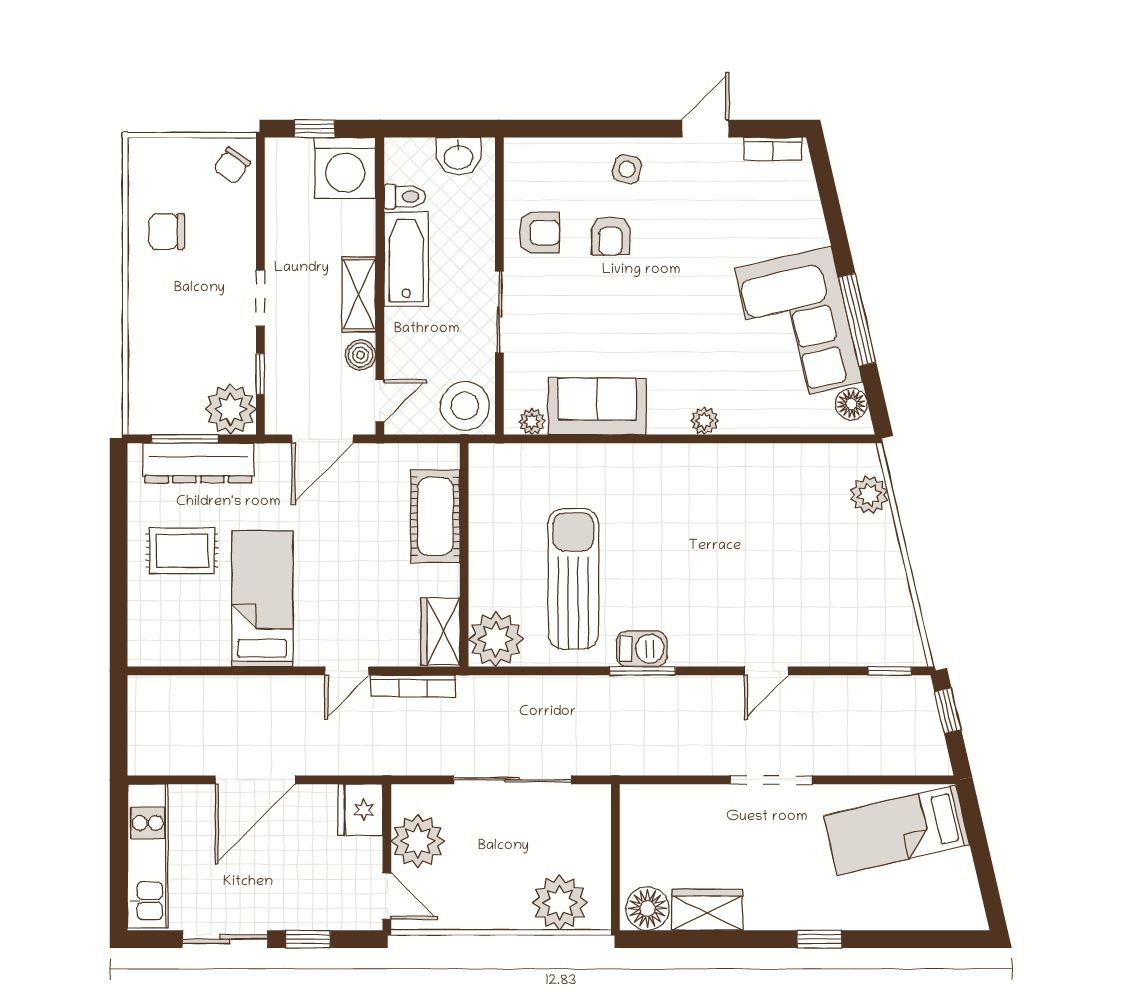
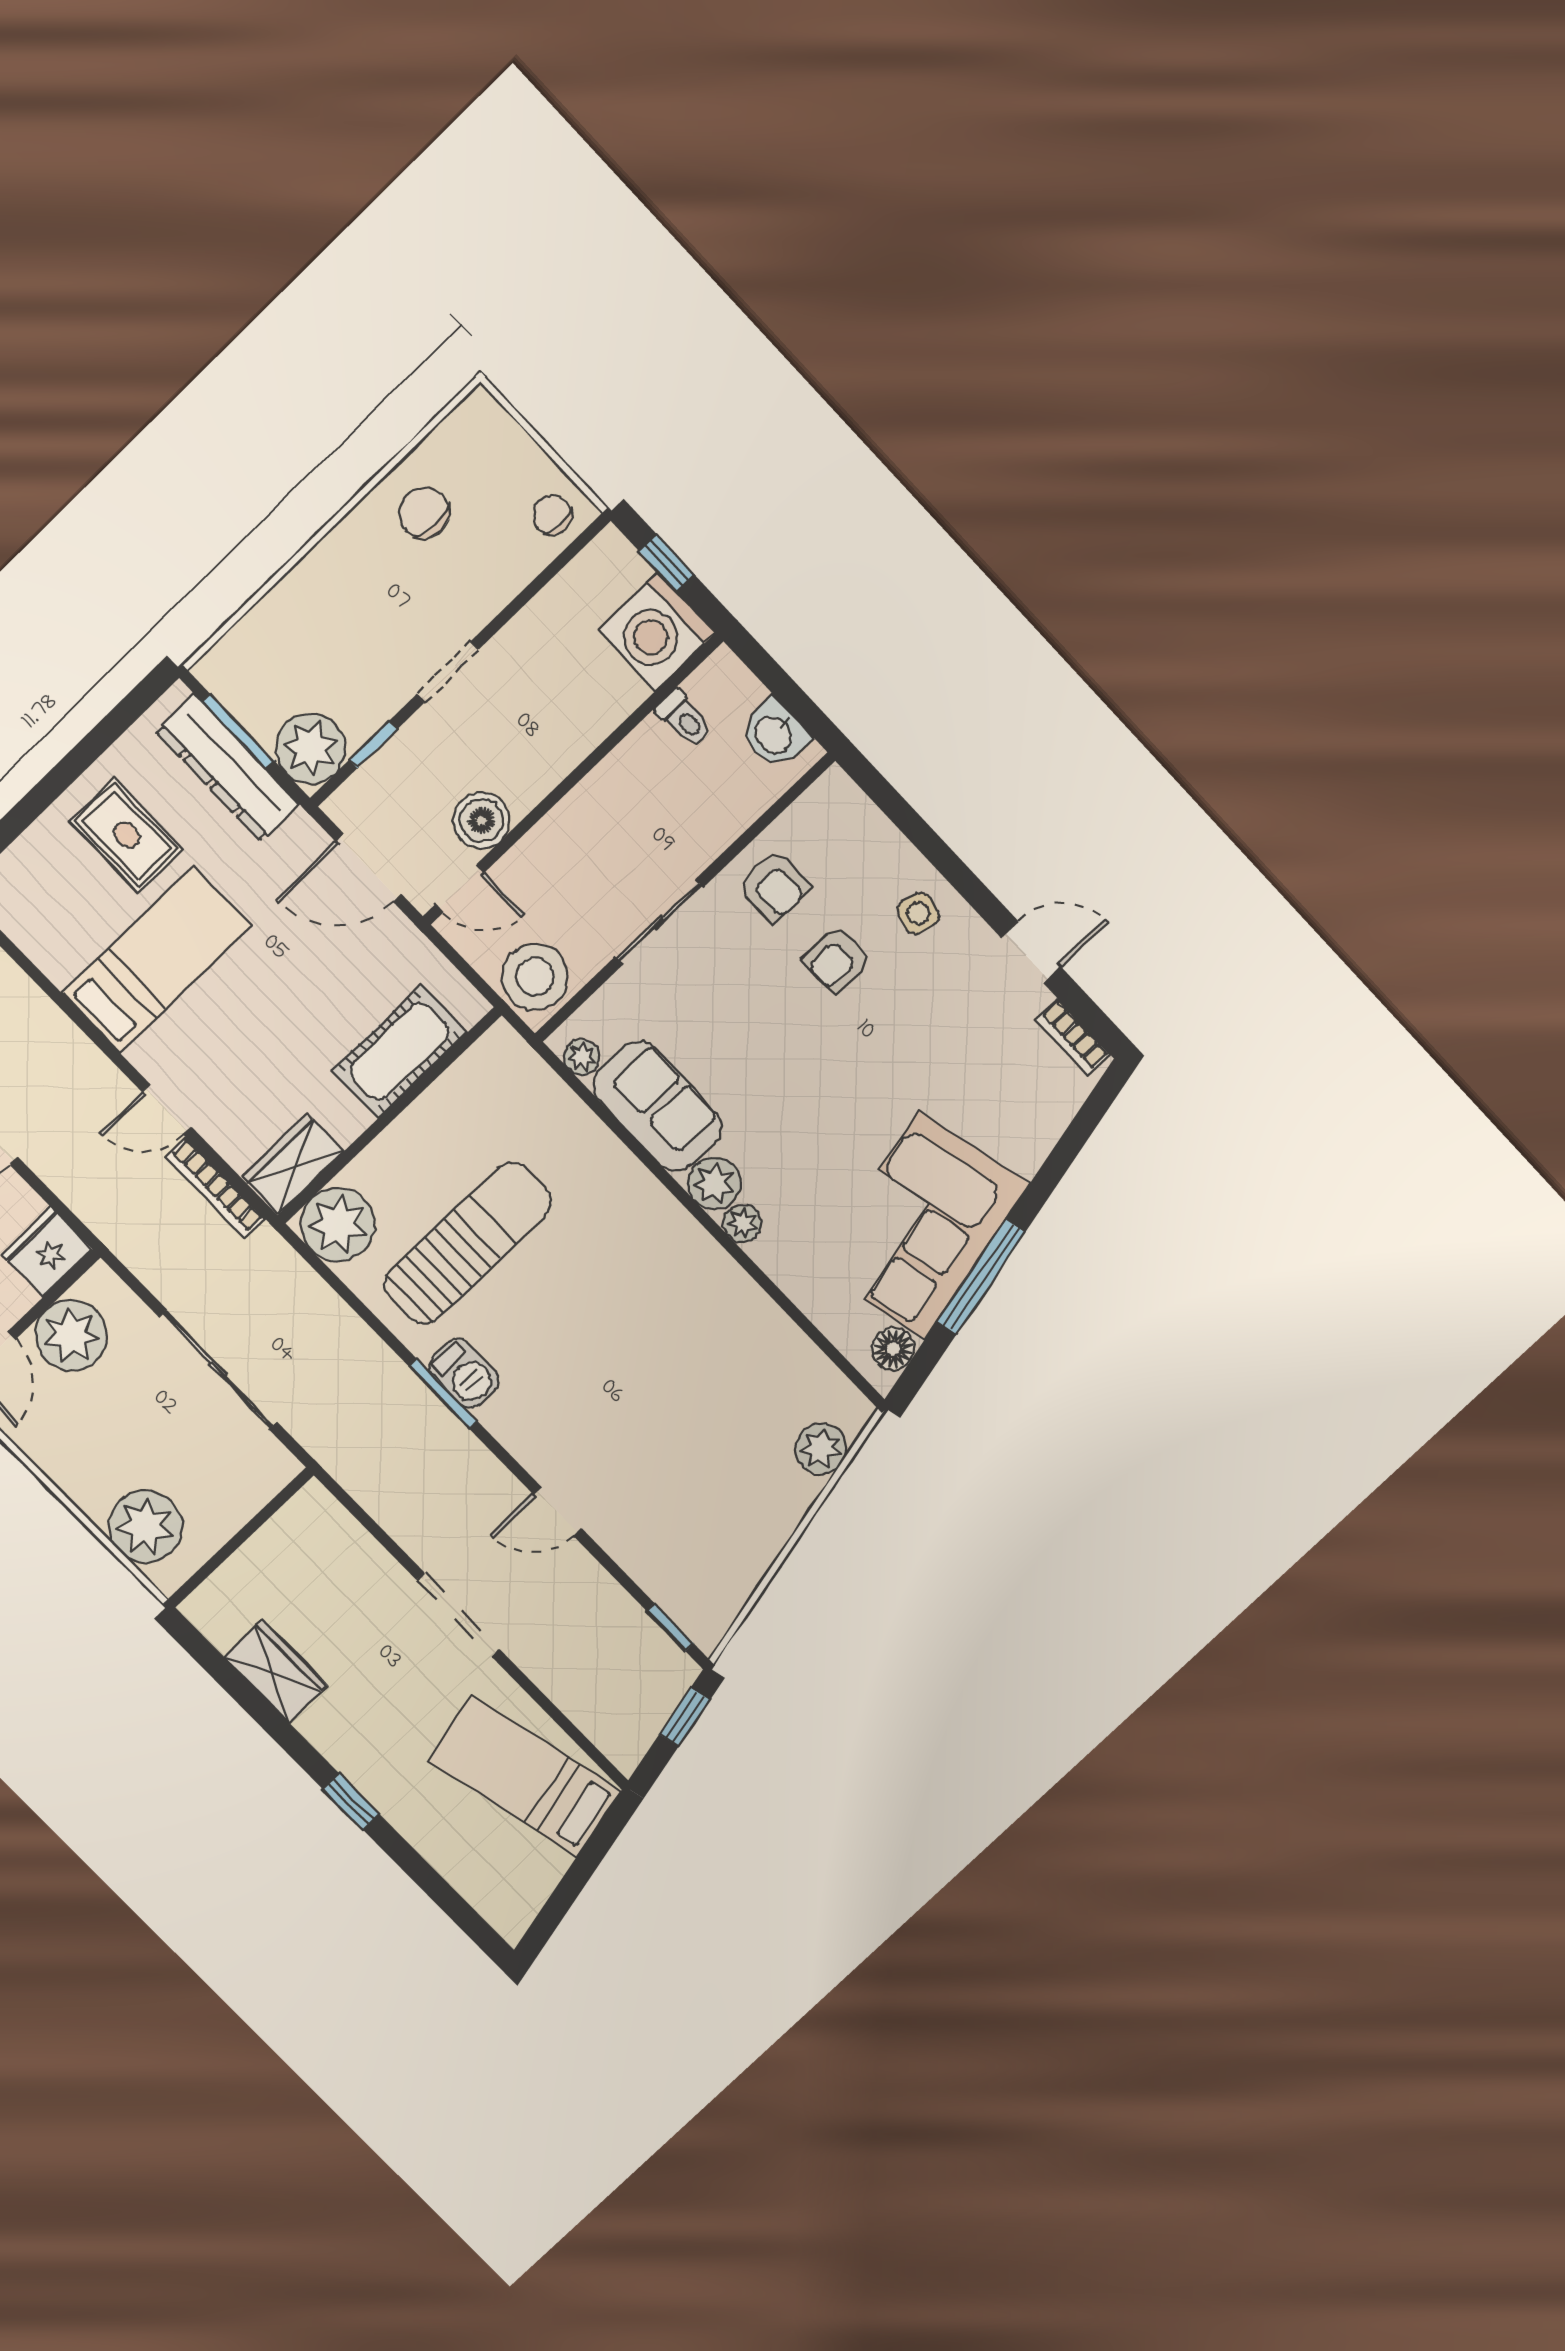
chair: (232, 166) -> (552, 515), turned 55
bathtub: (406, 259) -> (624, 780), removed
shelving: (359, 294) -> (545, 766), removed
boiler: (361, 355) -> (482, 821), width x1.36, depth x1.36
plant: (668, 415) -> (714, 1184), added
floor lamp: (647, 909) -> (222, 1614), removed

